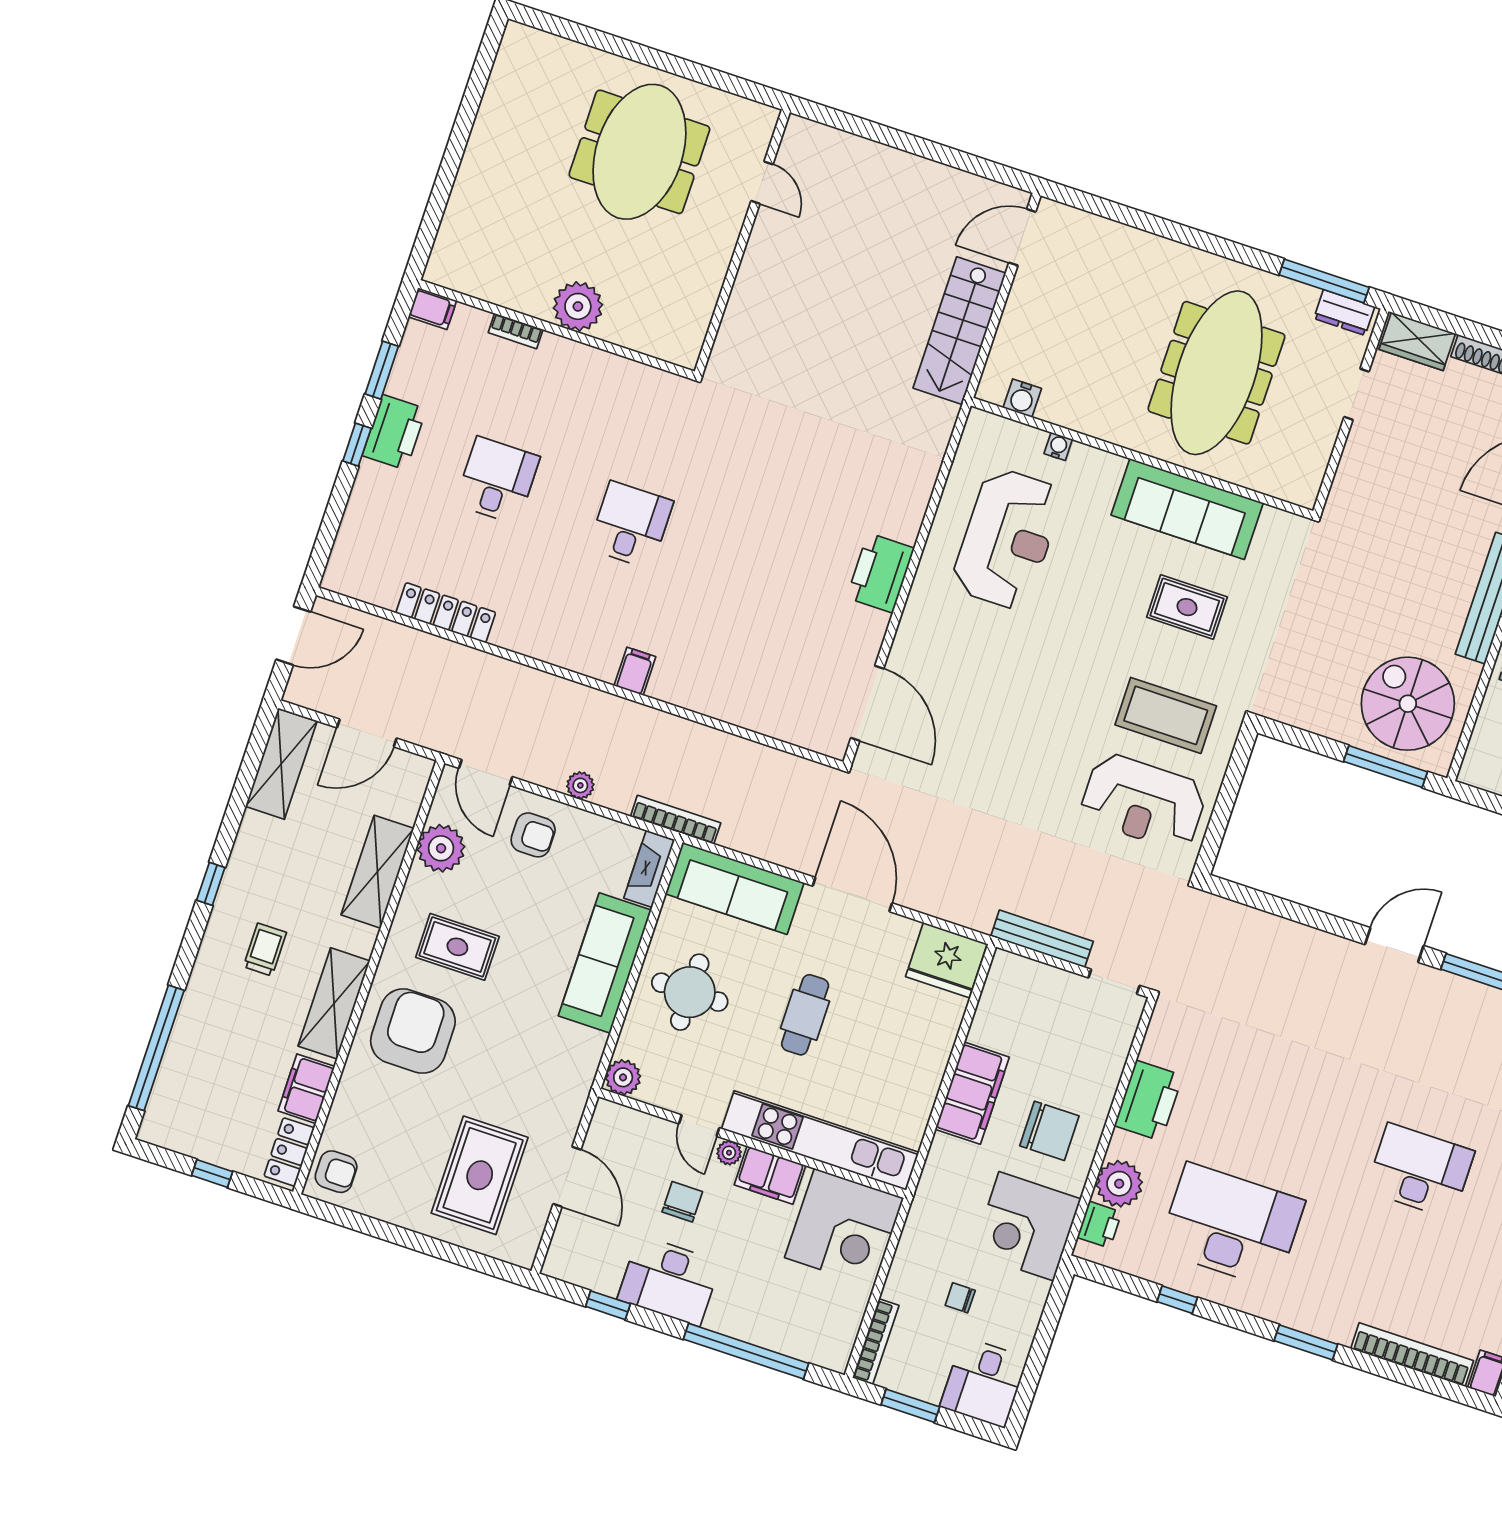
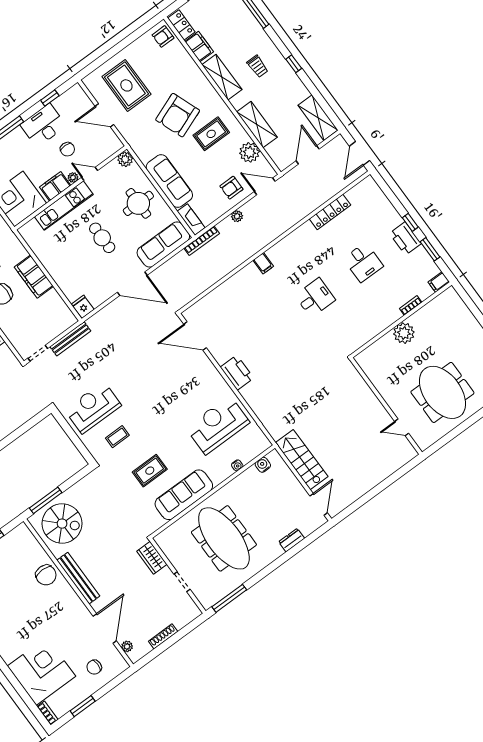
dresser: (1344, 313) -> (292, 540), moved
wardrobe: (1417, 341) -> (152, 558), moved, turned -90
desk: (631, 525) -> (315, 298), turned -90
reception desk: (1007, 539) -> (218, 425), turned 90
coffee table: (1166, 715) -> (117, 437), width x0.54, depth x0.58
fridge: (946, 960) -> (83, 307), width x0.53, depth x0.75
armchair: (413, 1031) -> (178, 115), moved, turned 69
kitchen unit: (820, 1140) -> (64, 206), width x0.73

